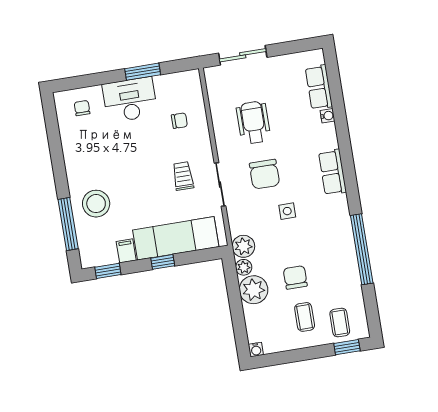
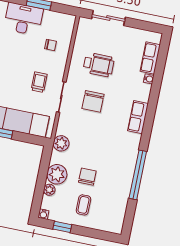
wheelchair: (253, 122) -> (99, 65), turned 90
side table: (287, 211) -> (99, 131), removed
plant: (244, 267) -> (49, 190), moved
coffee table: (340, 322) -> (105, 217), removed
window: (347, 347) -> (62, 227), moved

